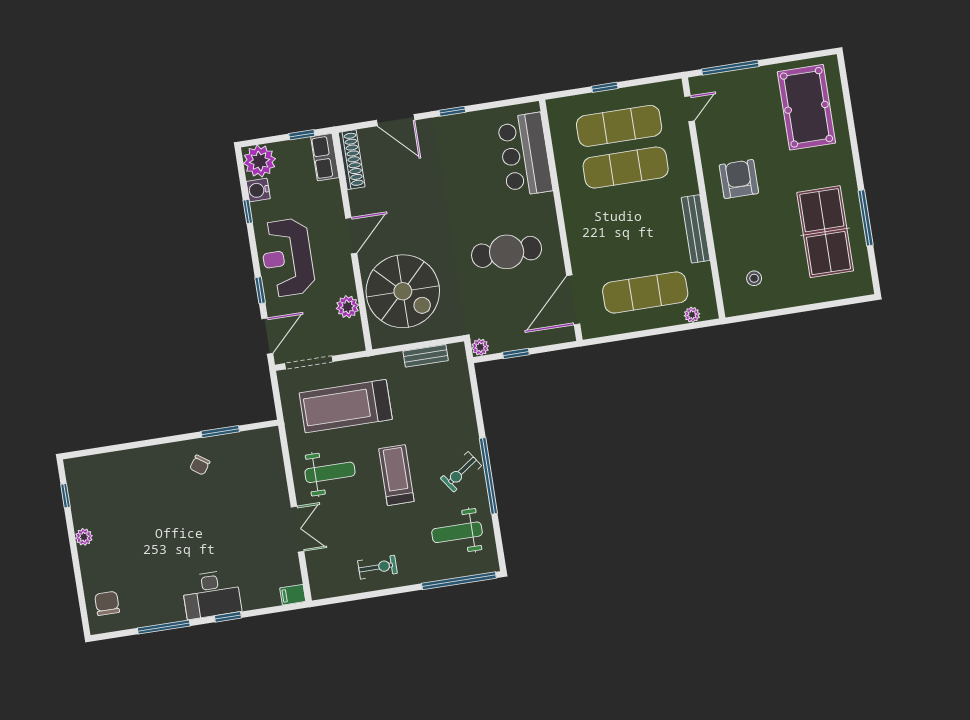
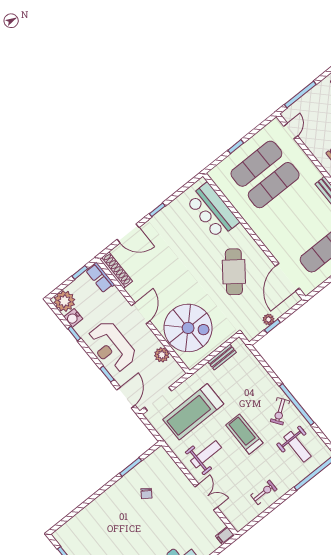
cafe table: (507, 252) -> (234, 272), turned -53
plant: (480, 347) -> (268, 319), moved
chair: (200, 465) -> (146, 493), moved
weight bench: (457, 532) -> (297, 447), turned -90

